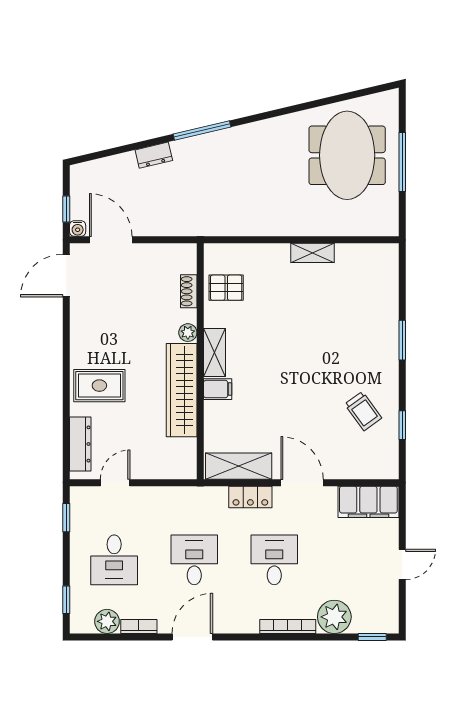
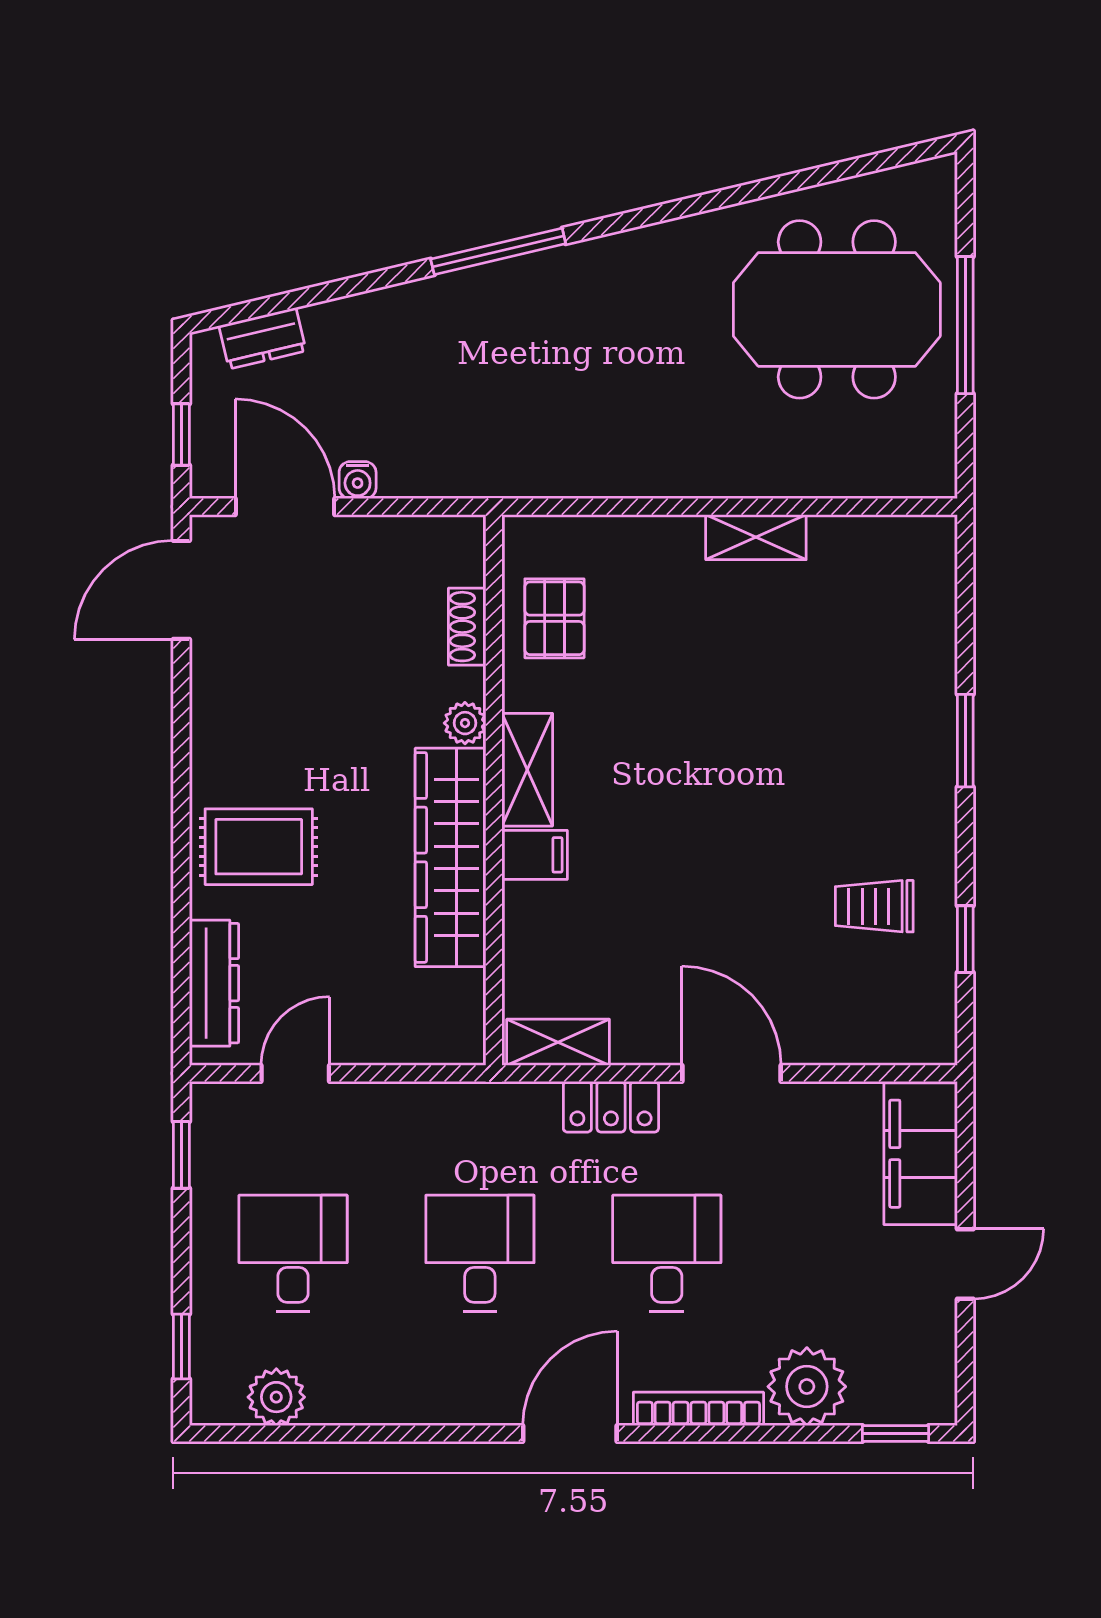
dresser: (154, 155) -> (262, 338), moved
meeting table: (347, 155) -> (837, 309), turned 90
water cooler: (78, 228) -> (358, 480), moved
pallet: (226, 288) -> (554, 618), turned 90
trolley: (363, 411) -> (874, 906), turned 126
shelving: (239, 466) -> (558, 1042), width x0.67, depth x0.75
filing cabinet: (368, 502) -> (921, 1154), moved, turned 90
desk: (114, 560) -> (293, 1253), turned 180
bookcase: (139, 626) -> (351, 1409), removed
door: (192, 637) -> (570, 1433), moved

